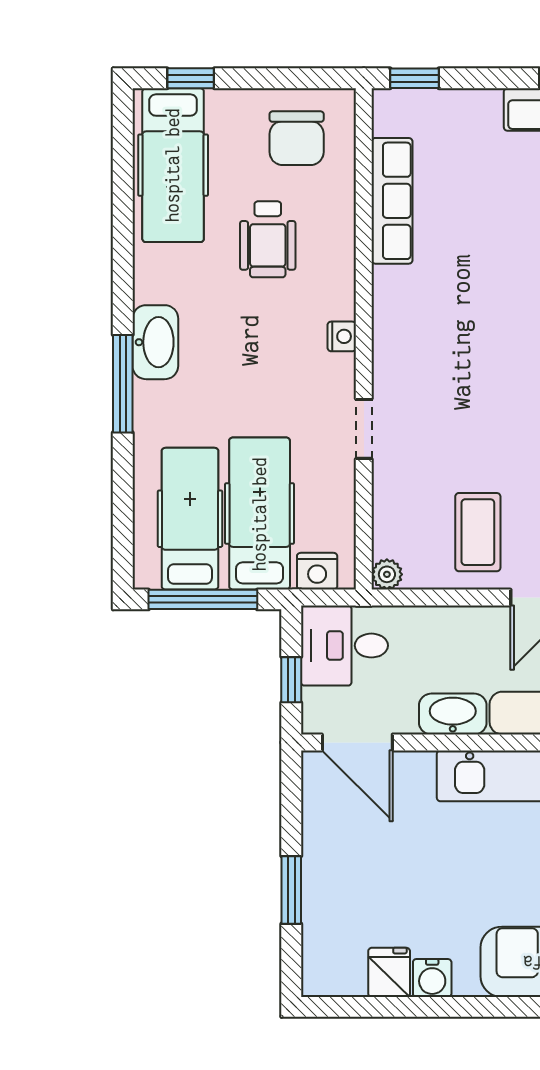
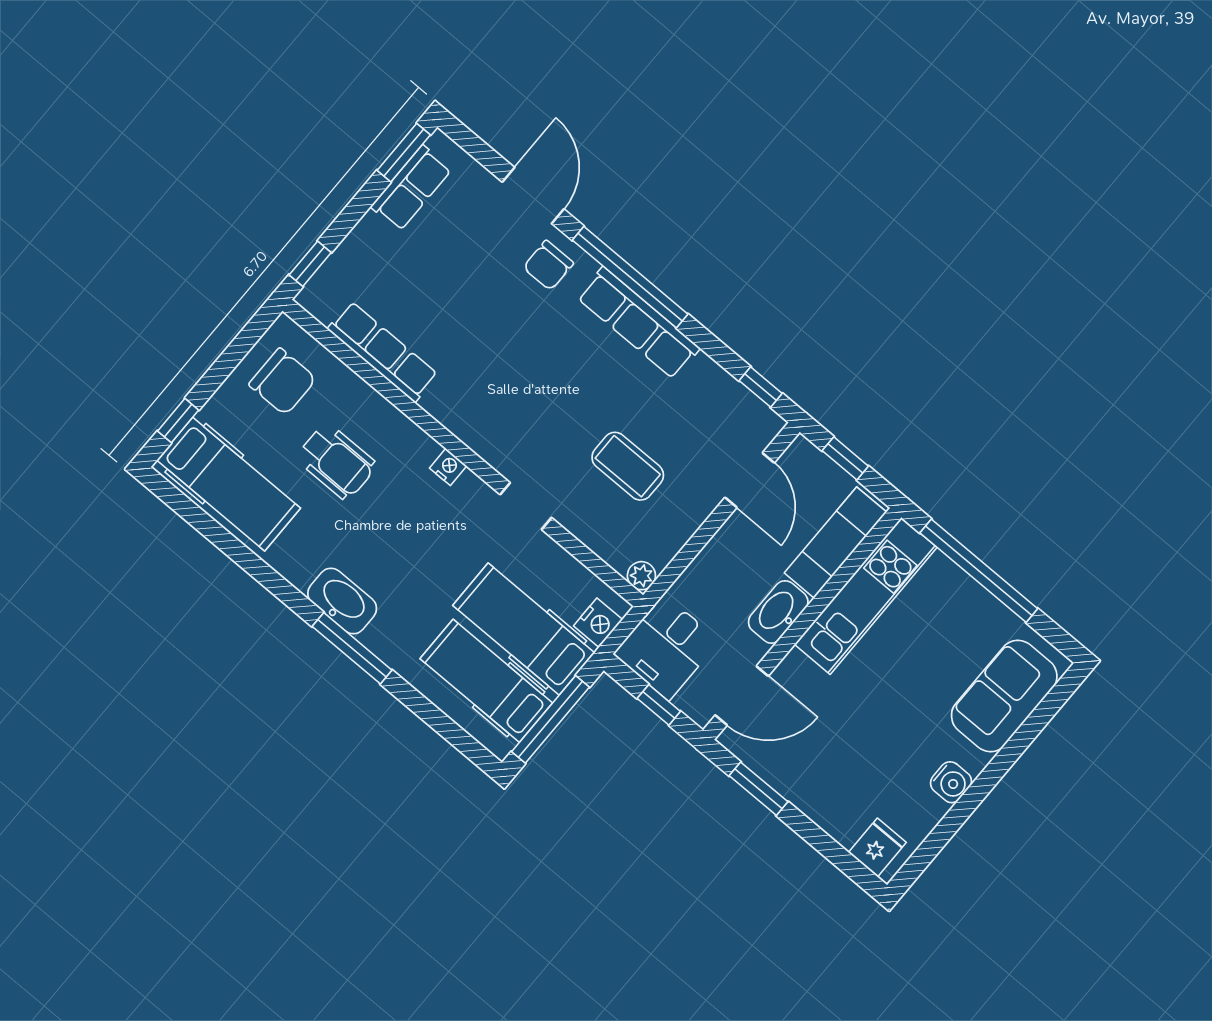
coffee table: (478, 532) -> (628, 466), moved
window: (291, 890) -> (758, 789), moved
fridge: (389, 972) -> (877, 847), moved, turned 90

